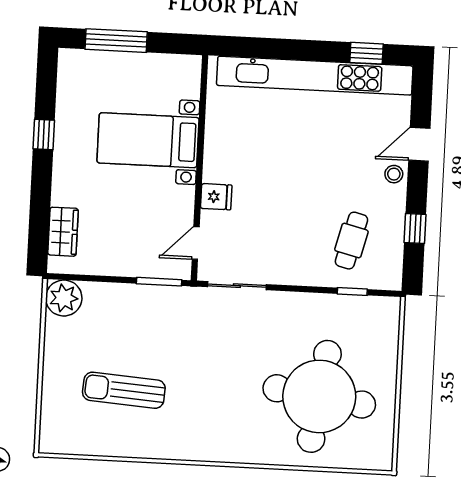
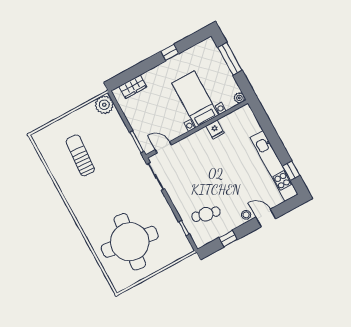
plant: (191, 65) -> (239, 98), added
kitchen unit: (315, 76) -> (274, 166), width x0.73
fridge: (216, 197) -> (215, 129), moved

